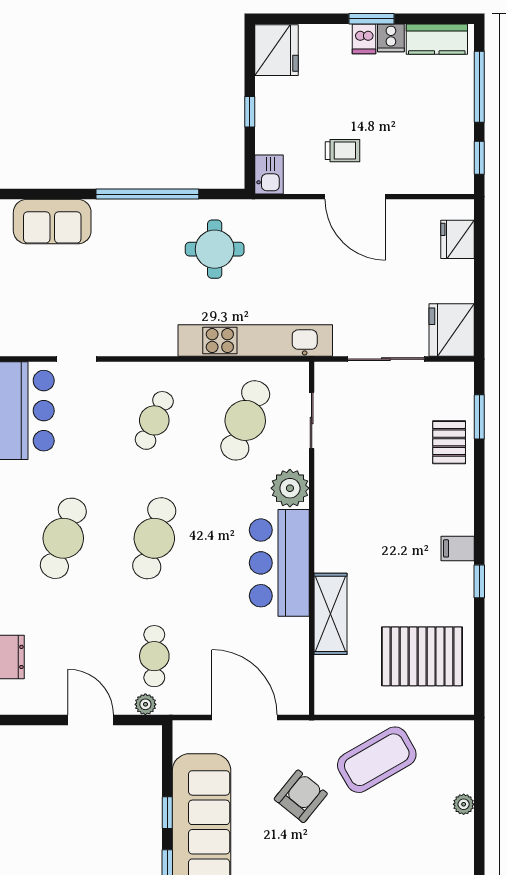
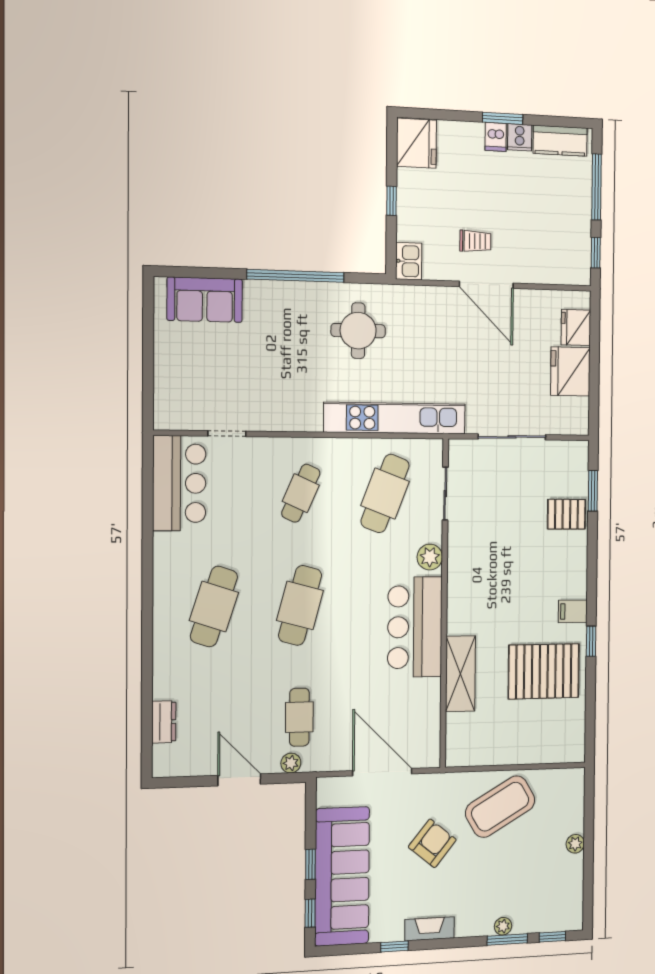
fridge: (452, 330) -> (570, 371), moved
pallet: (449, 442) -> (566, 514), turned 90
plant: (290, 488) -> (430, 557), width x0.73, depth x0.73
pallet: (422, 656) -> (544, 671), moved

